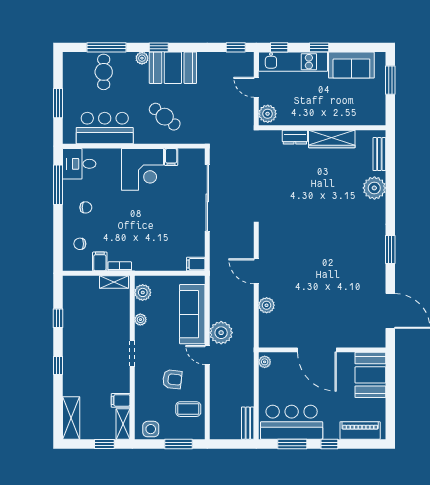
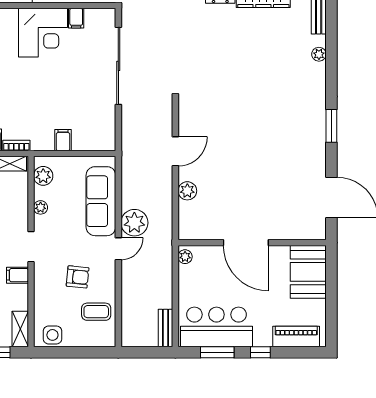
plant: (374, 188) -> (319, 54), width x0.53, depth x0.53
filing cabinet: (196, 264) -> (63, 140), moved, turned 90
door: (256, 271) -> (175, 151), swing flipped
door: (207, 355) -> (118, 249), swing flipped
filing cabinet: (121, 400) -> (17, 275), moved
window: (179, 444) -> (85, 352), removed

